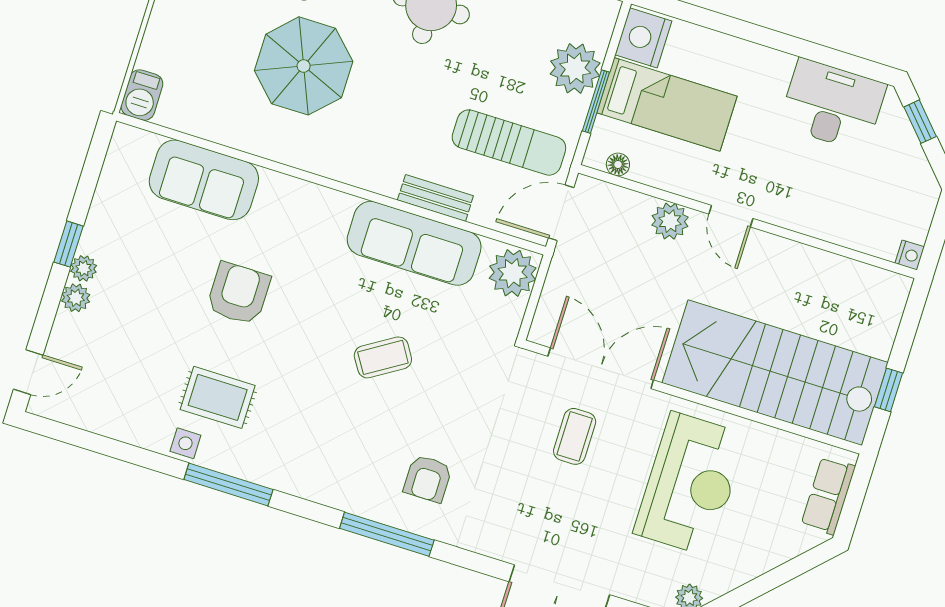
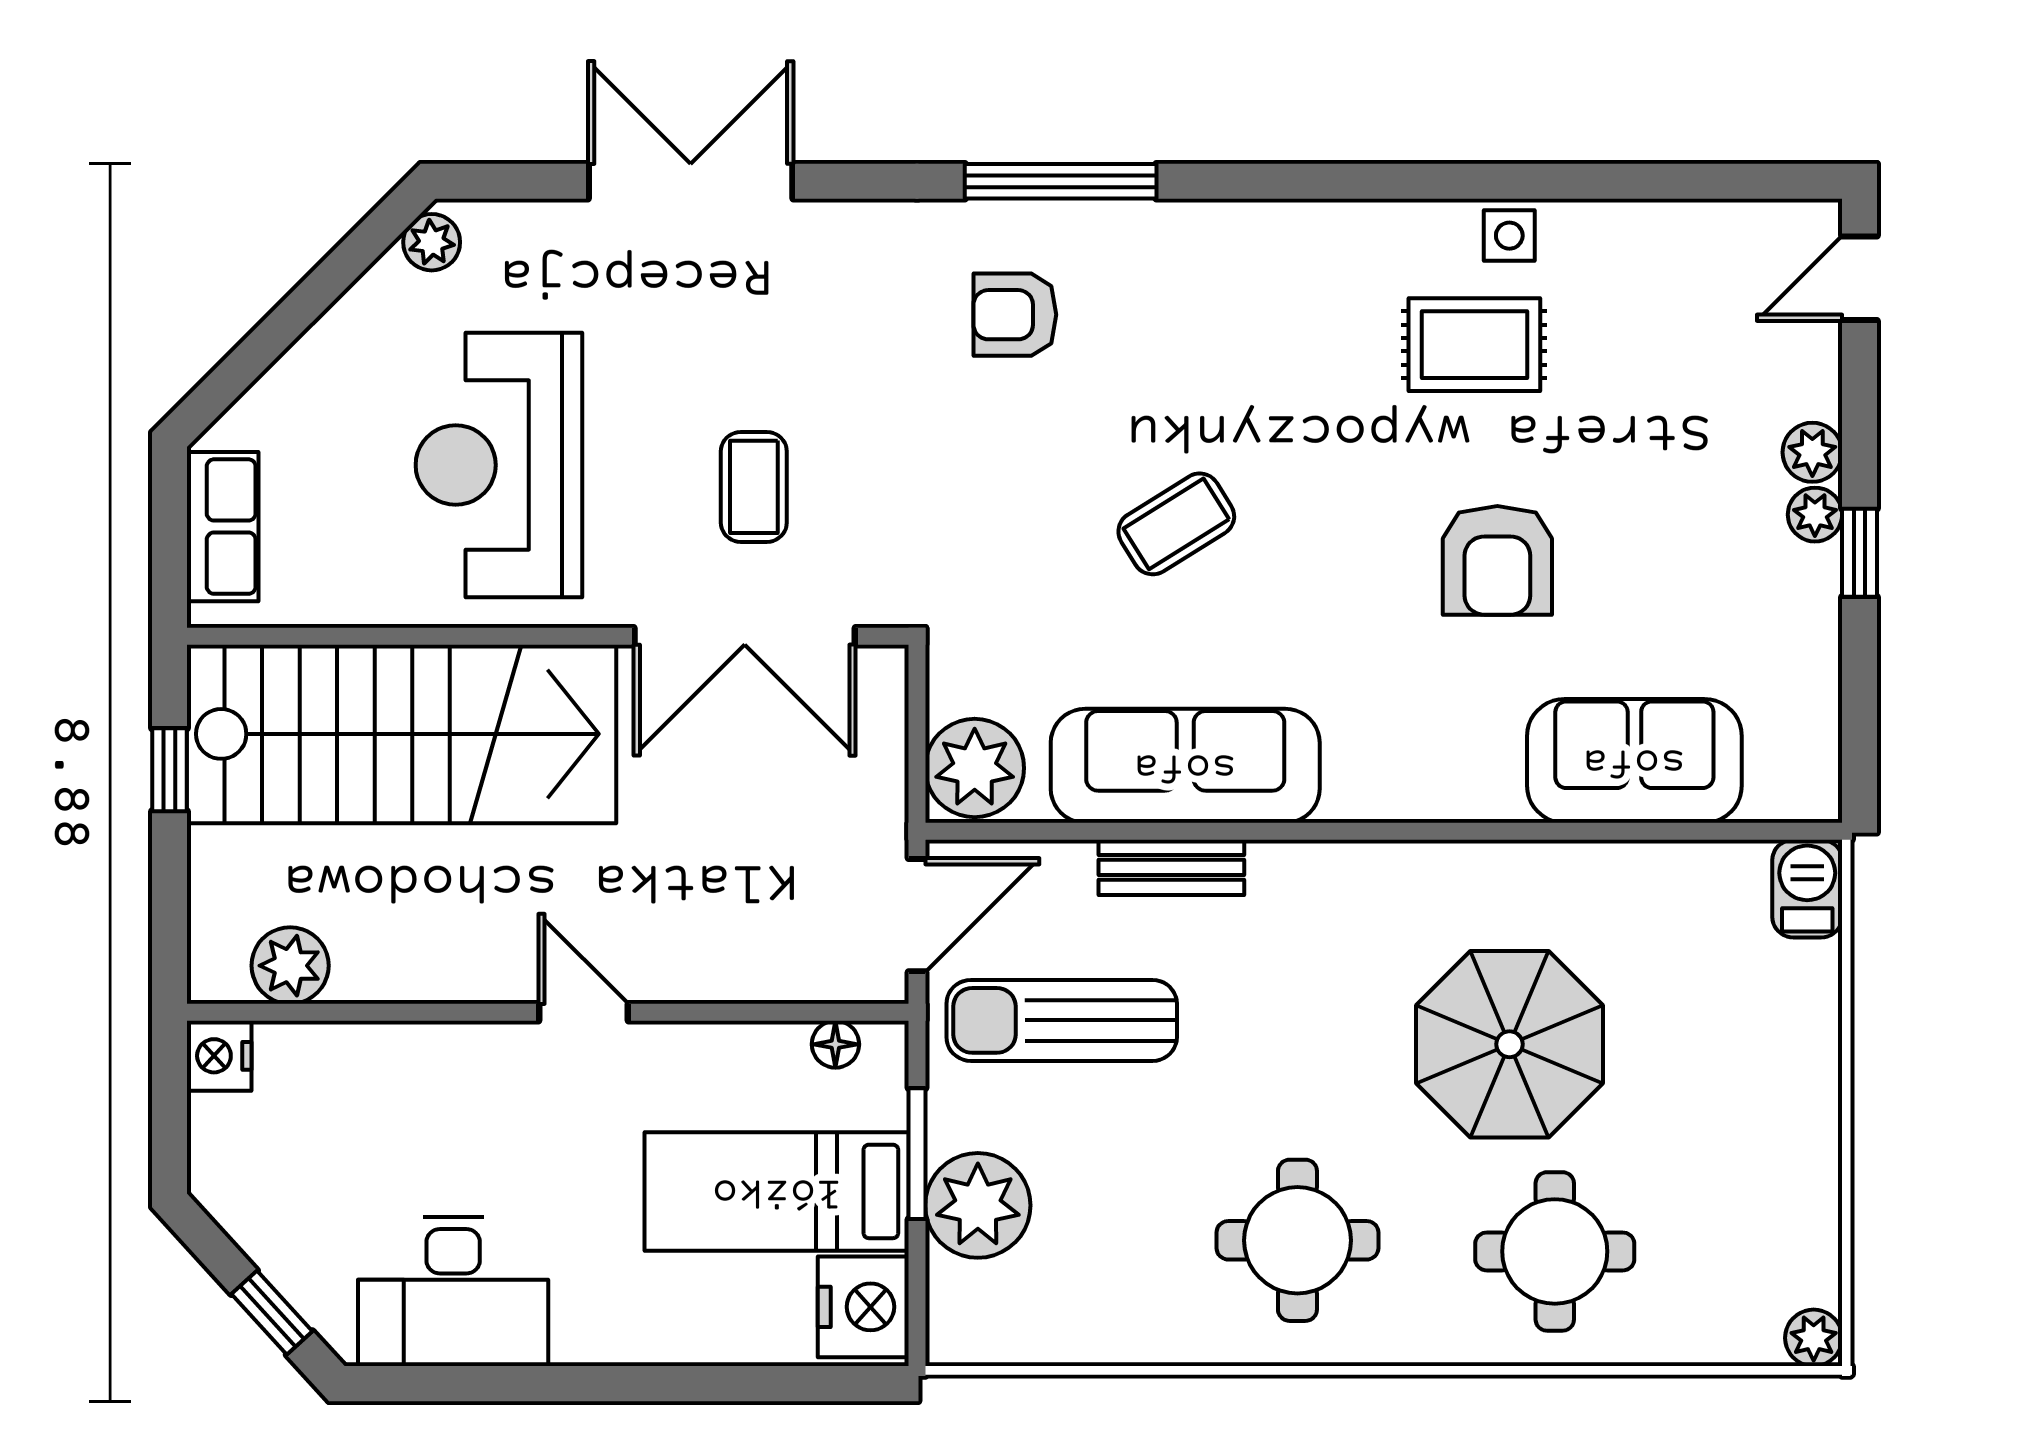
plant: (670, 221) -> (290, 966), moved
nightstand: (910, 255) -> (219, 1056), width x1.39, depth x1.35
armchair: (428, 479) -> (1015, 315), turned -90
window: (228, 485) -> (1400, 181), removed

